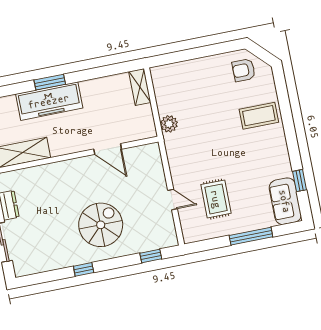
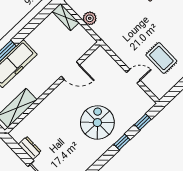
plant: (169, 124) -> (90, 18), moved
window: (84, 269) -> (122, 142), moved

